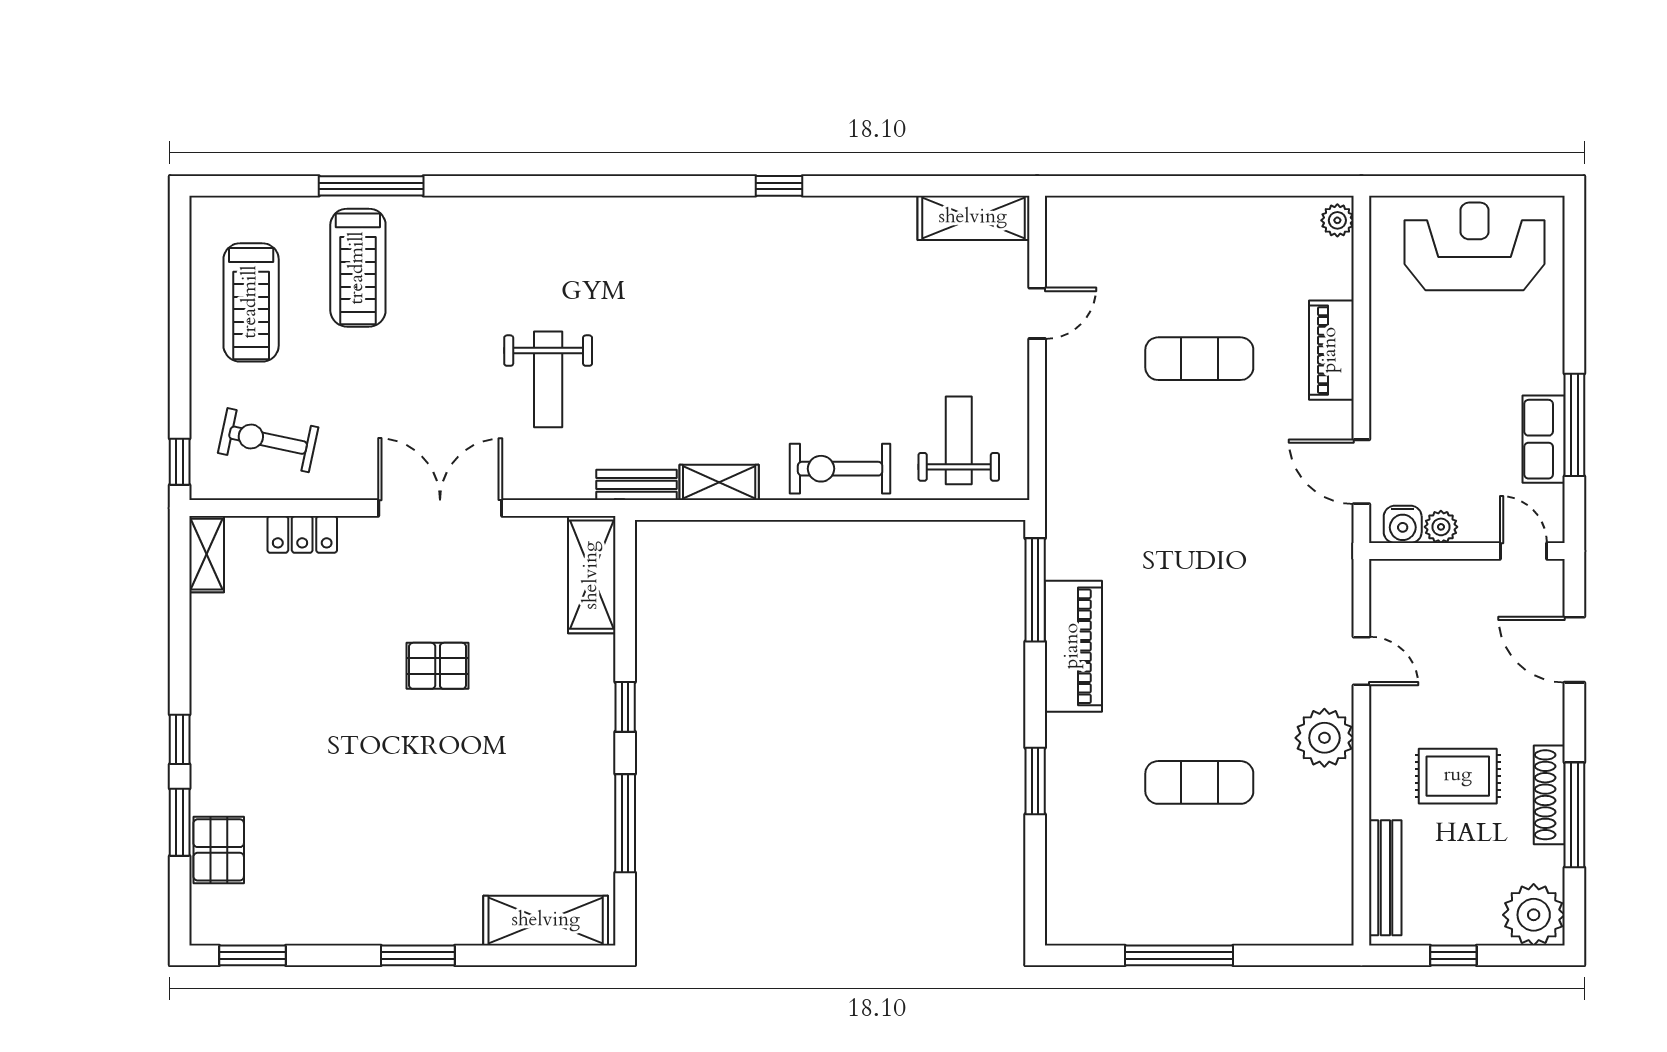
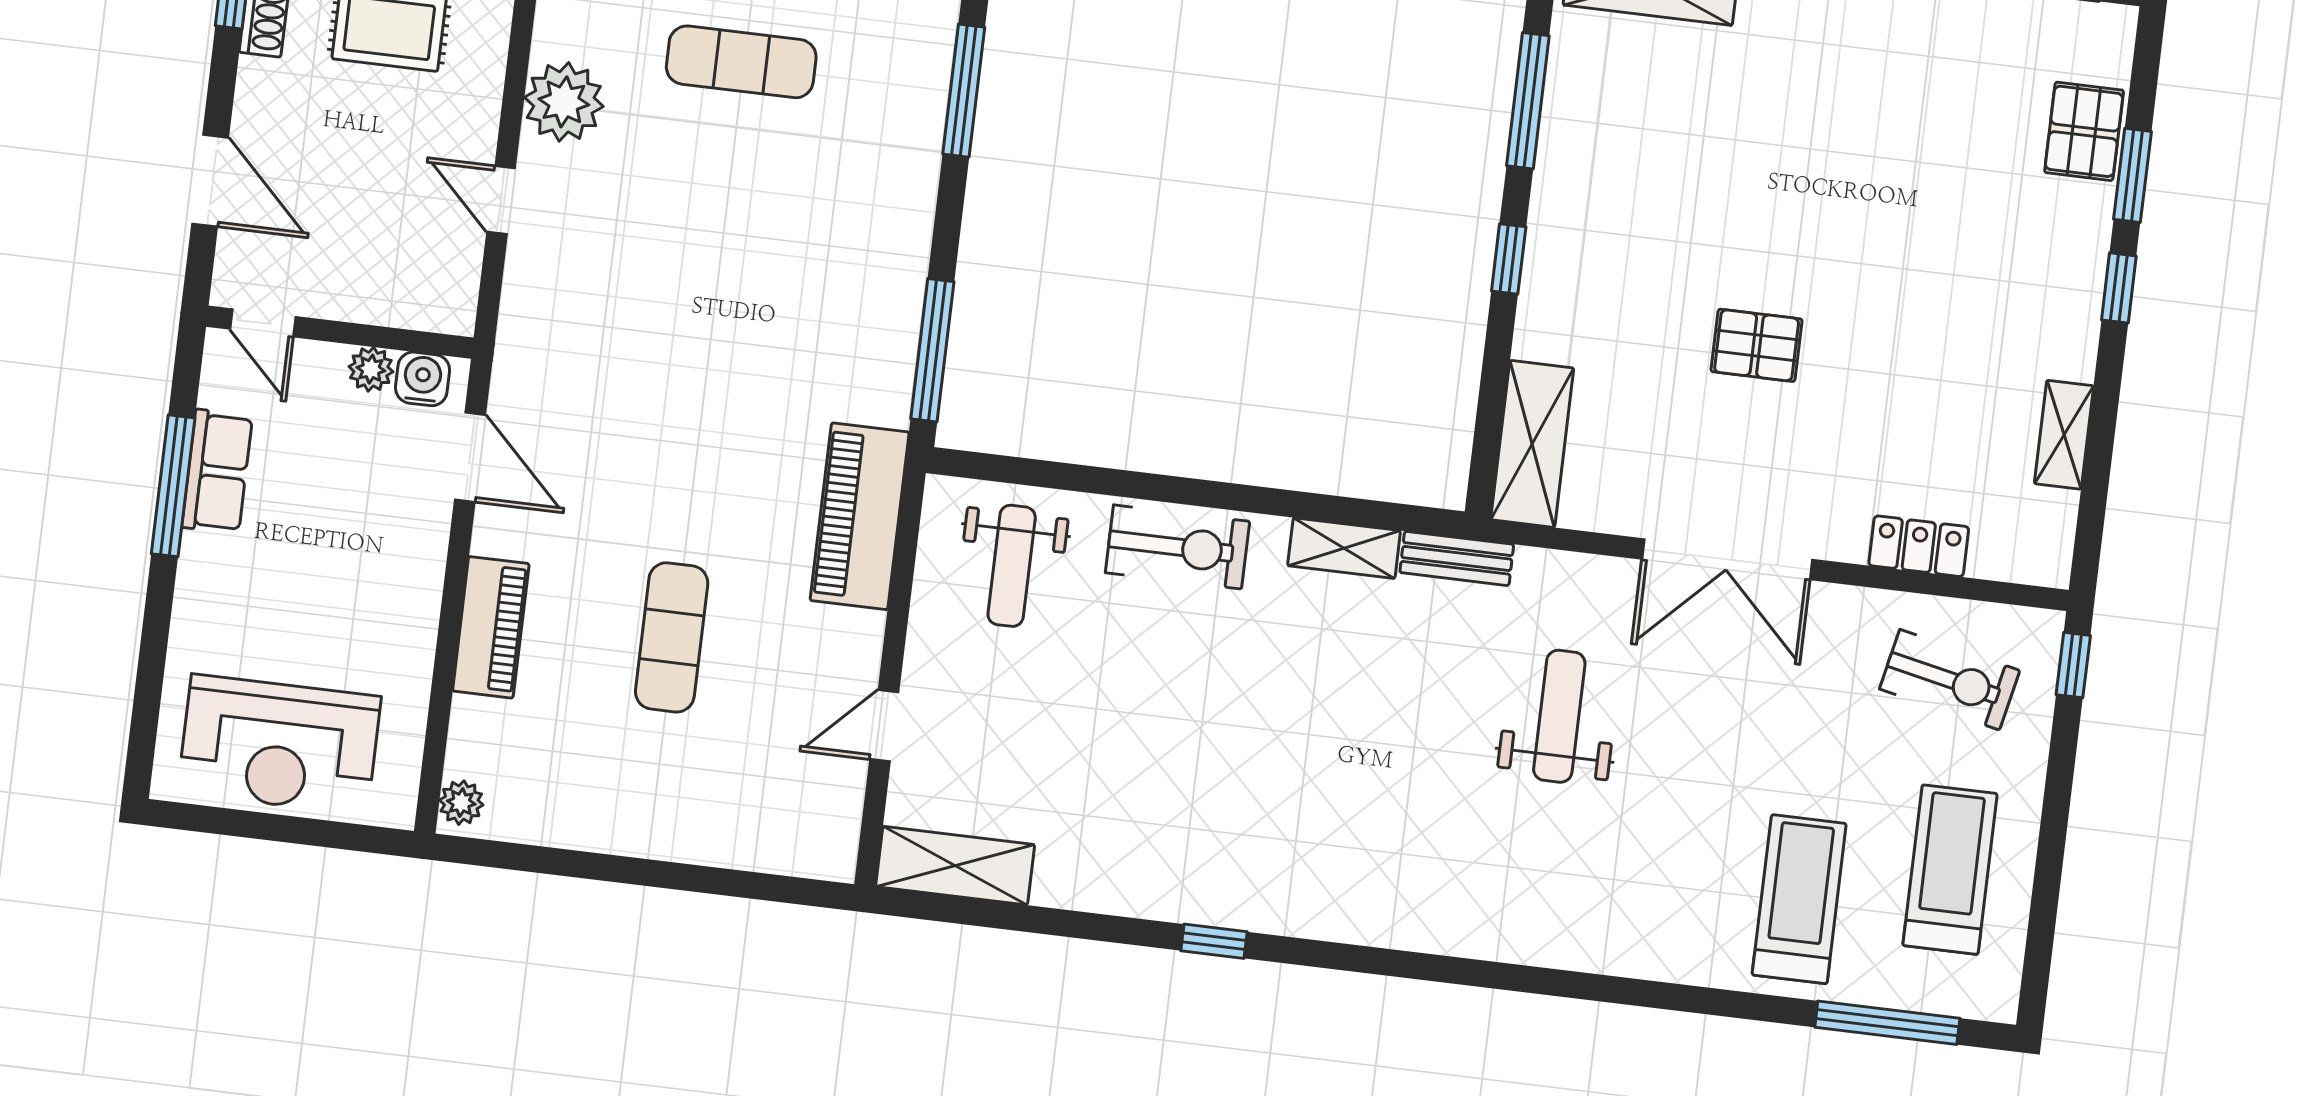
window: (371, 186) -> (1887, 1023), moved
exercise mat: (1199, 359) -> (672, 637), turned 90
shelving: (207, 554) -> (2064, 435), moved
piano: (1073, 646) -> (860, 516), moved
window: (1035, 781) -> (964, 91), width x1.44

